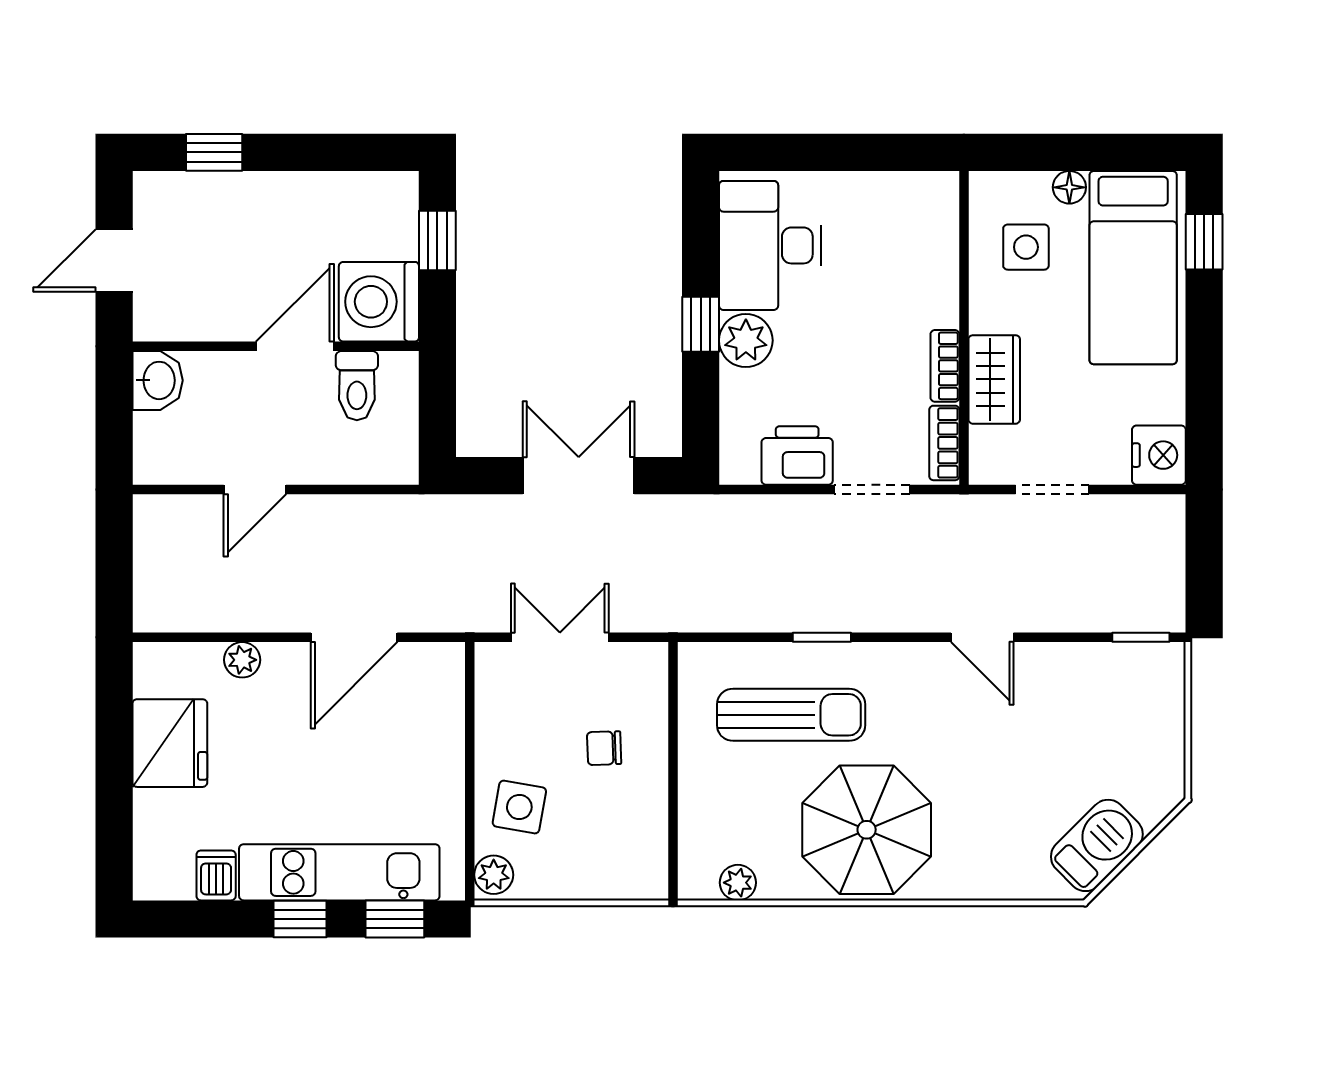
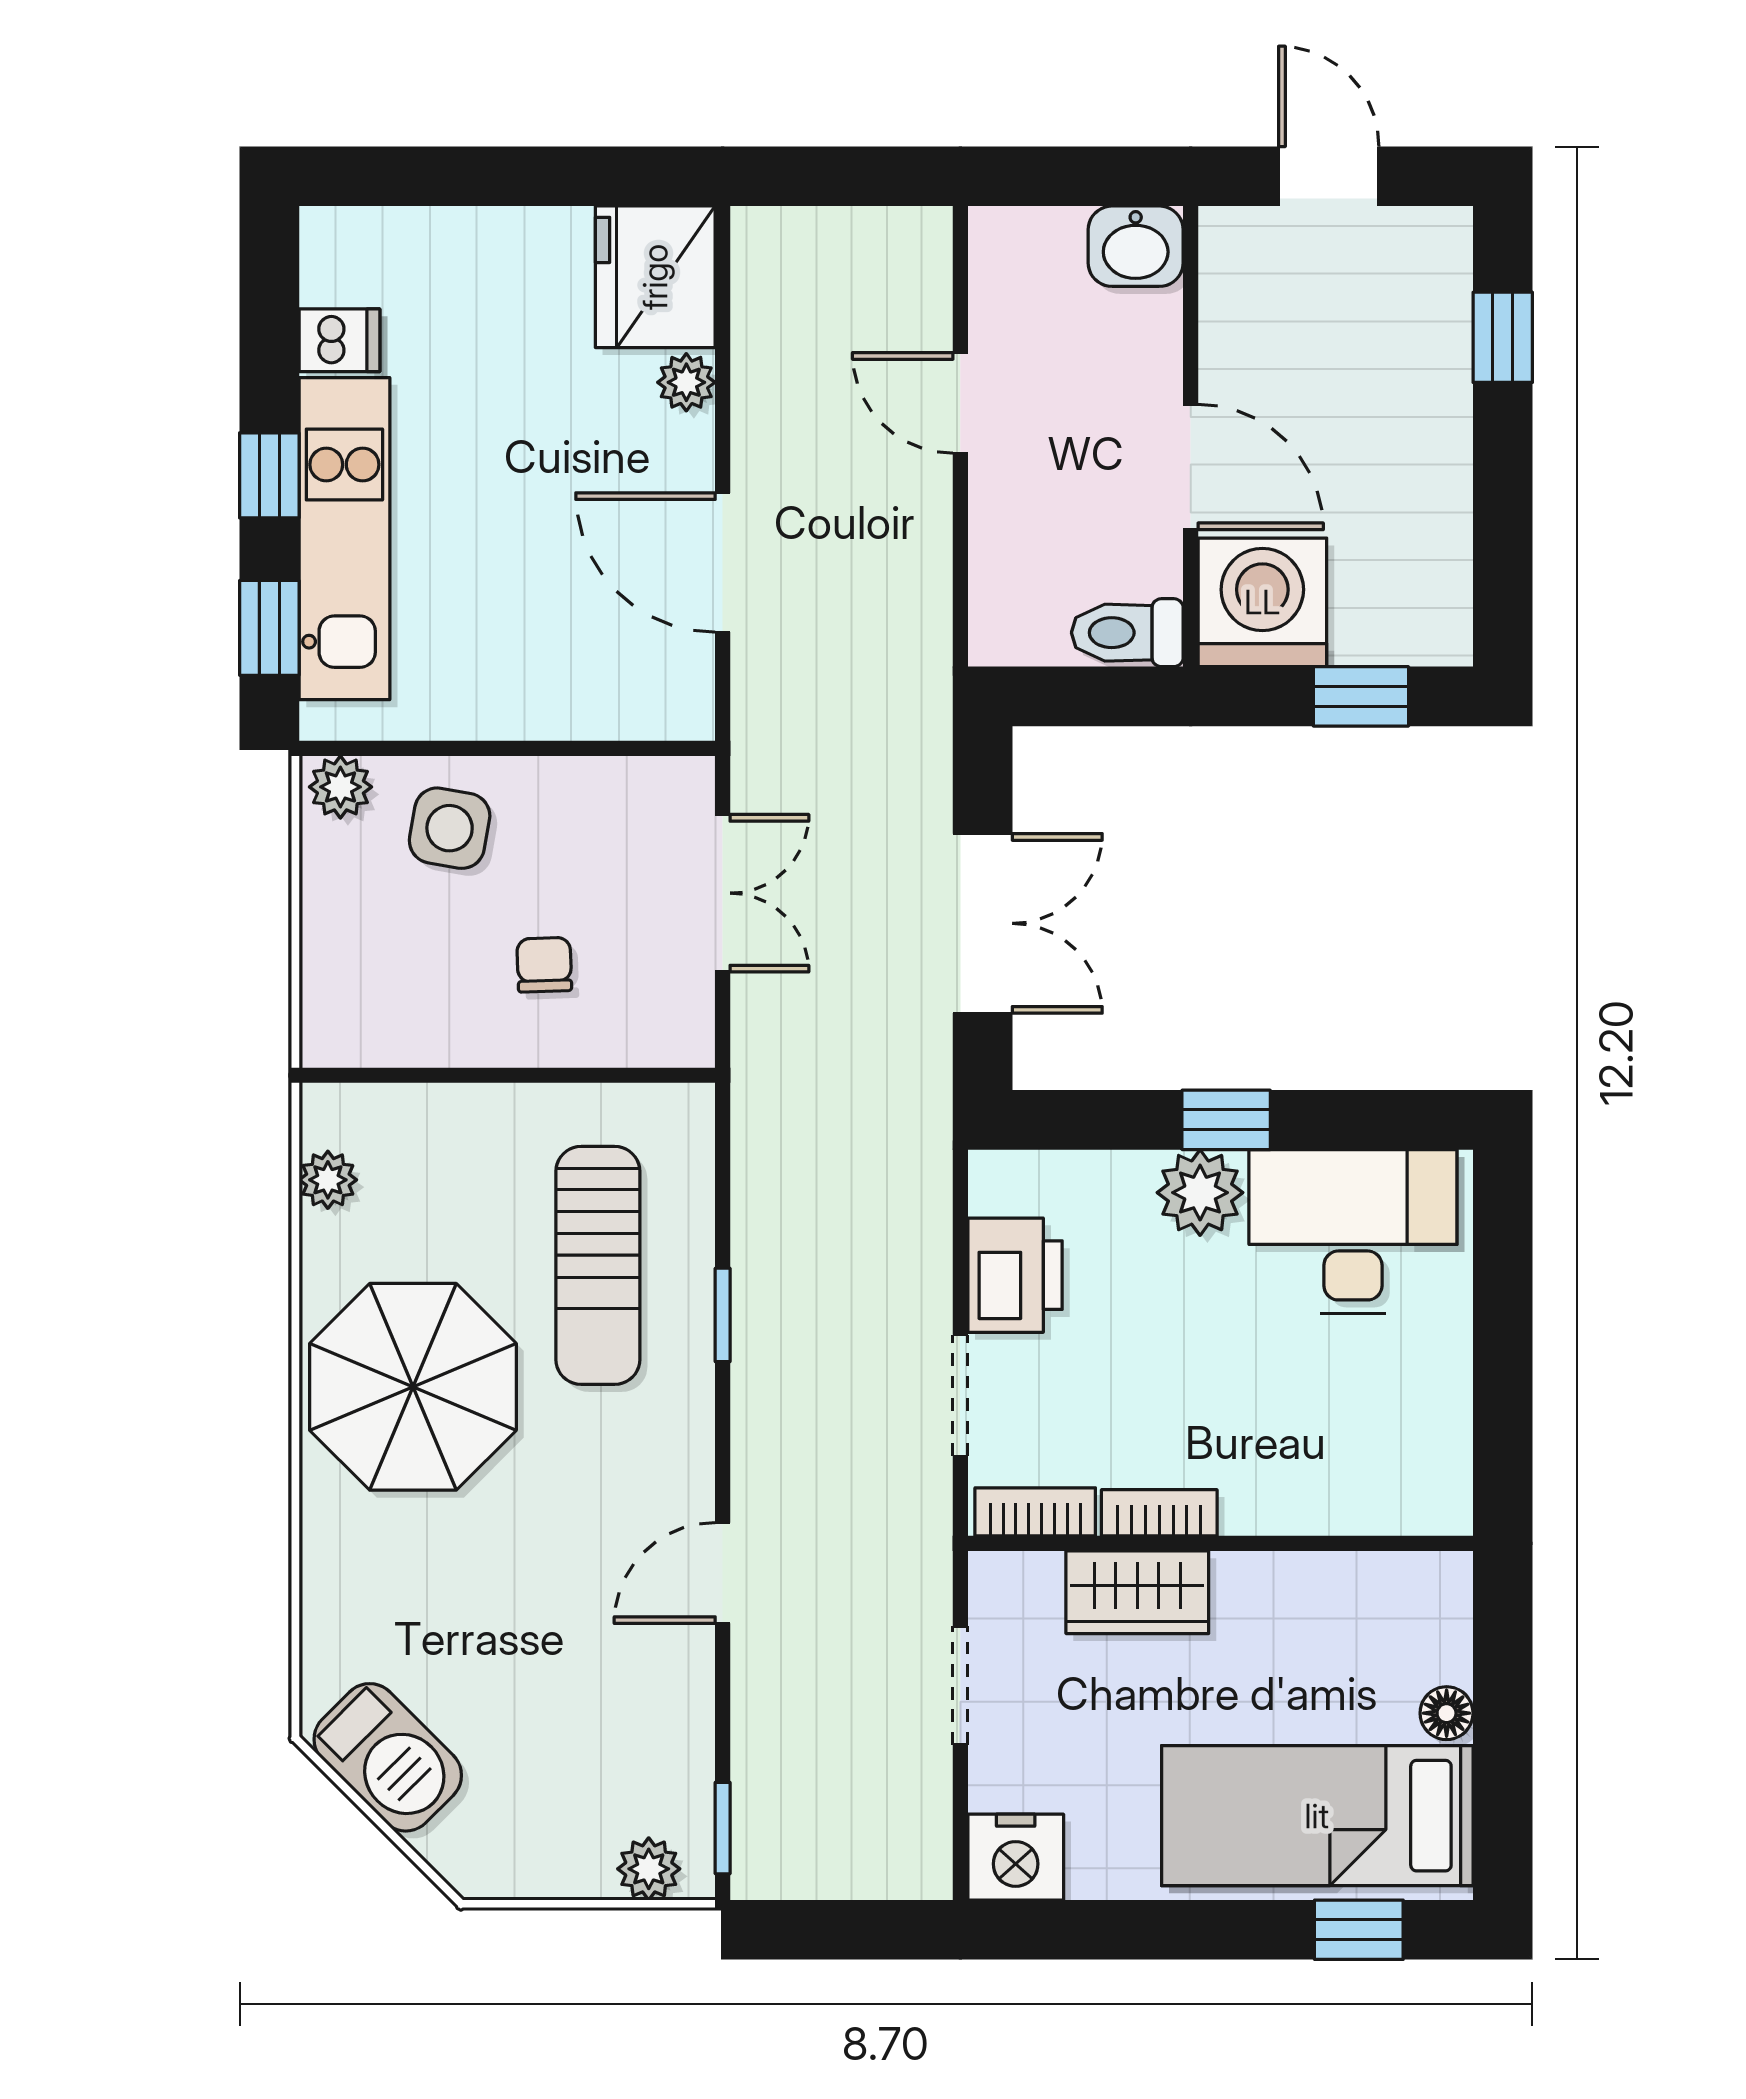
side table: (1026, 247) -> (1350, 1643), removed
toilet: (357, 386) -> (1127, 633), moved
plant: (1166, 683) -> (649, 1869), added
fridge: (170, 743) -> (655, 277), moved, turned 90

